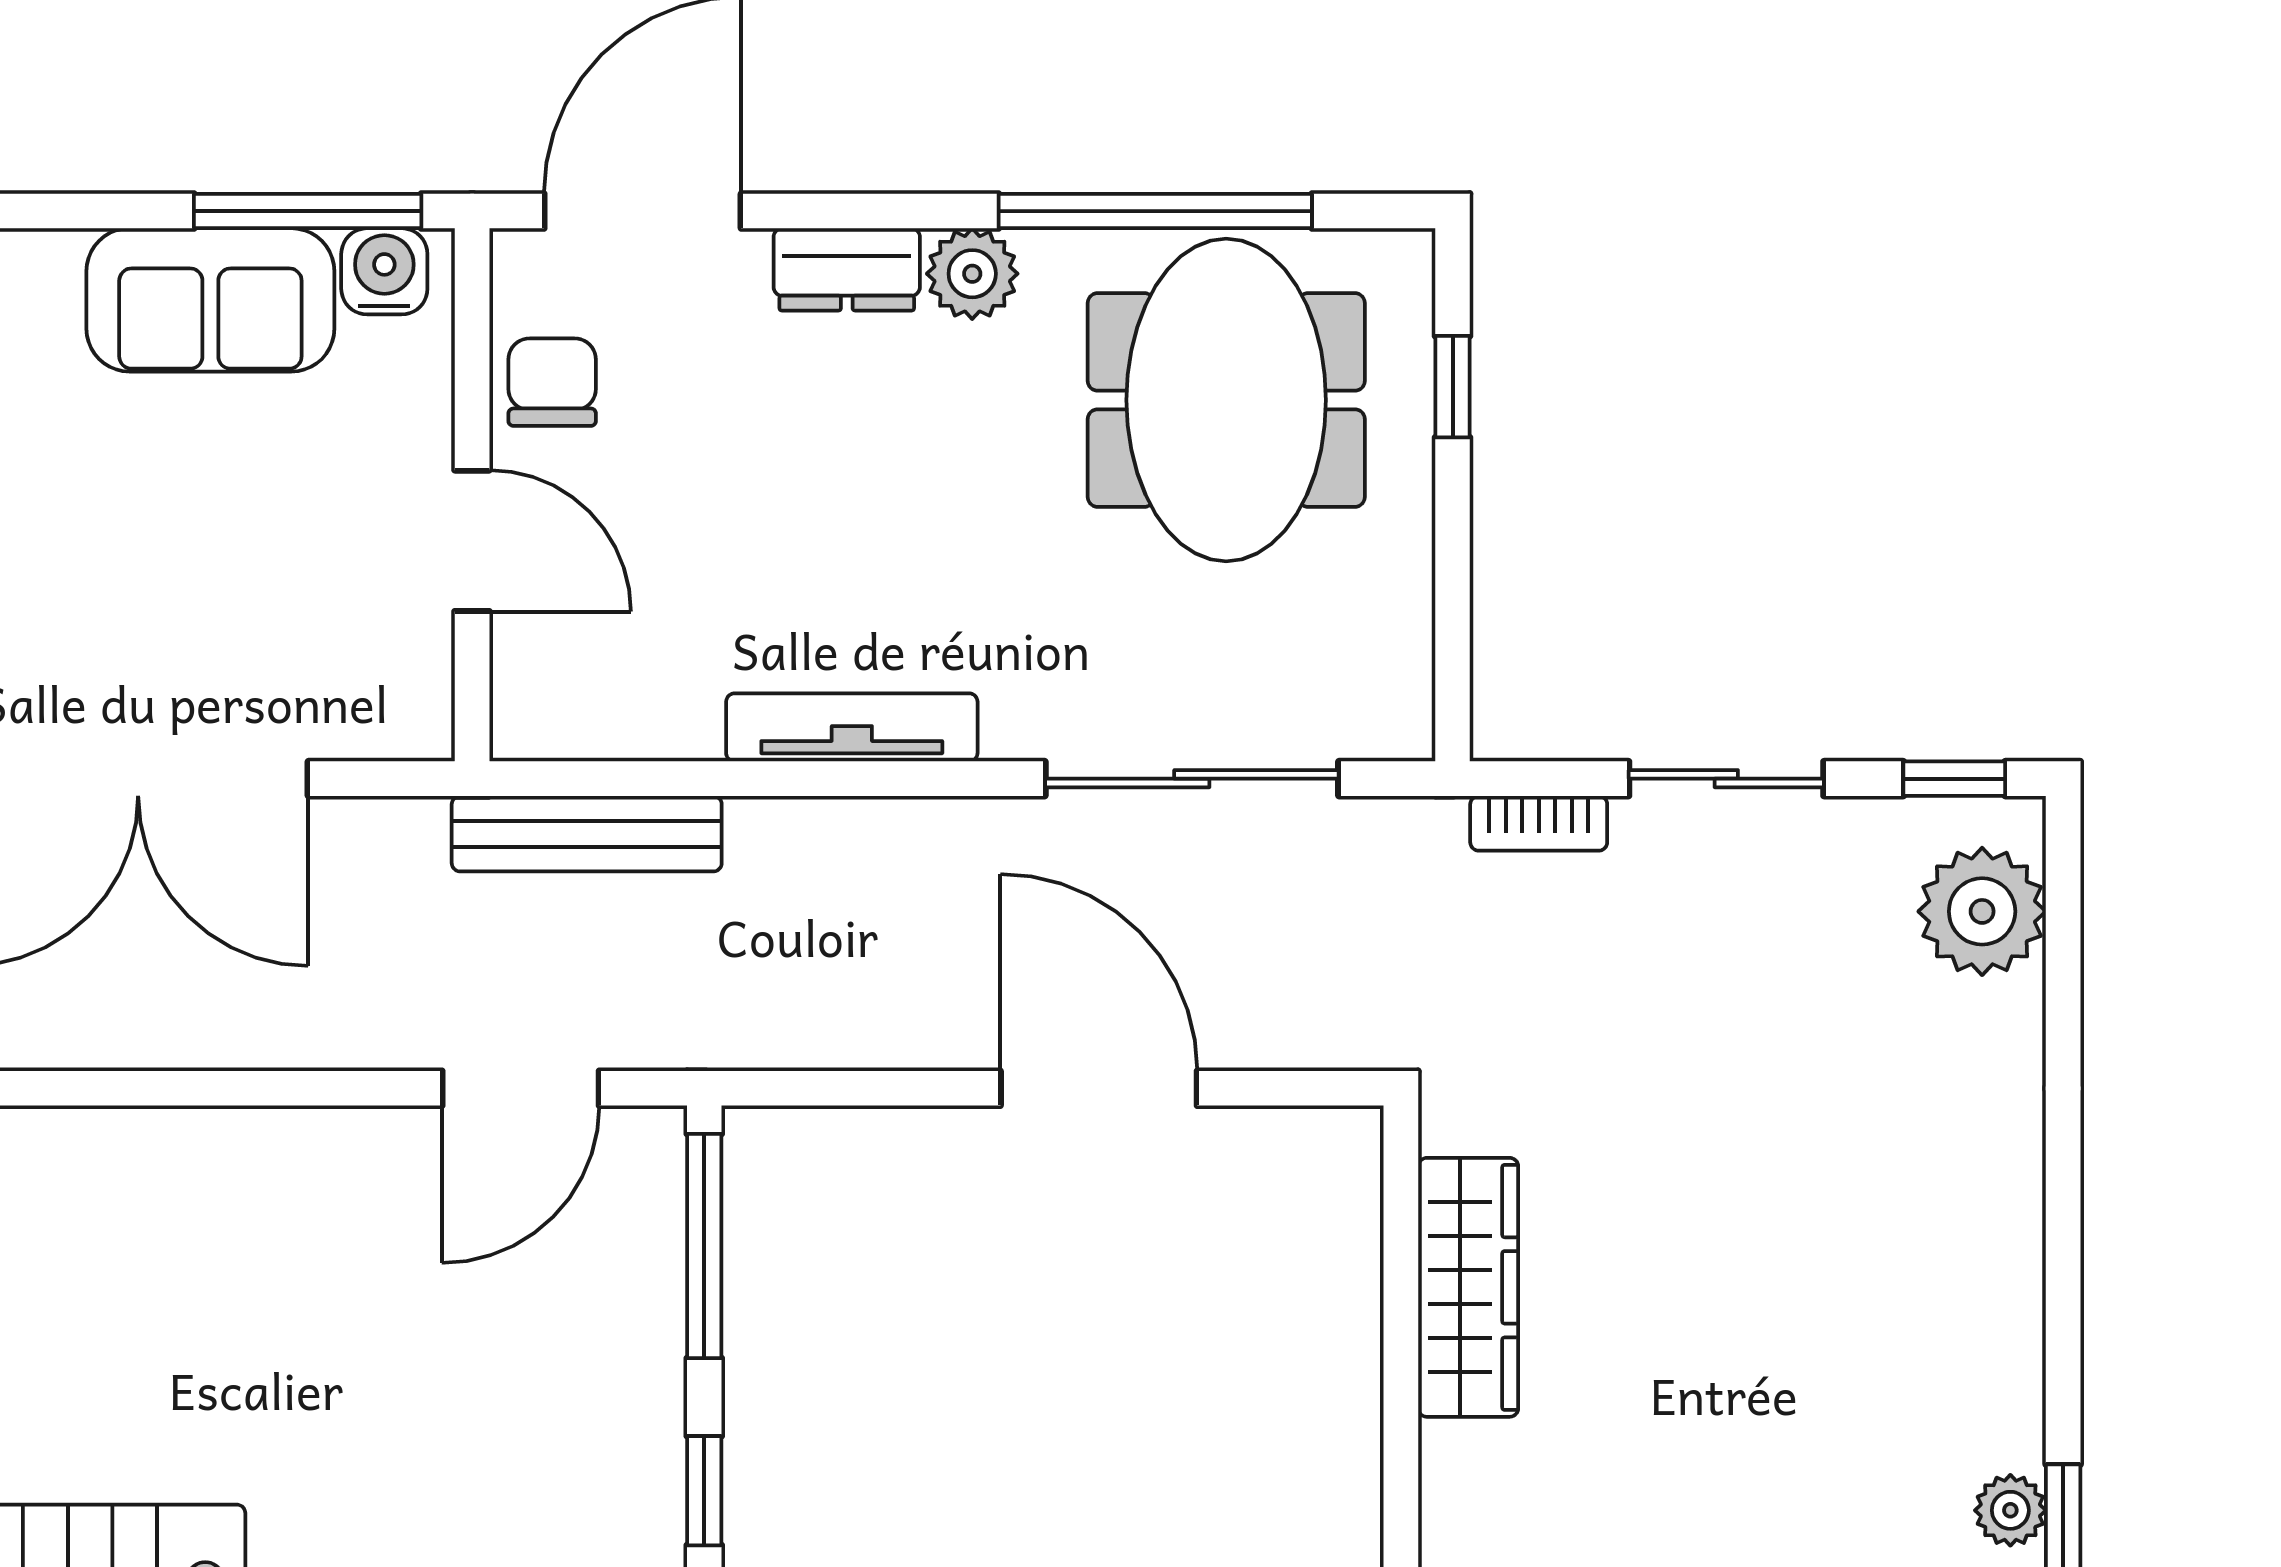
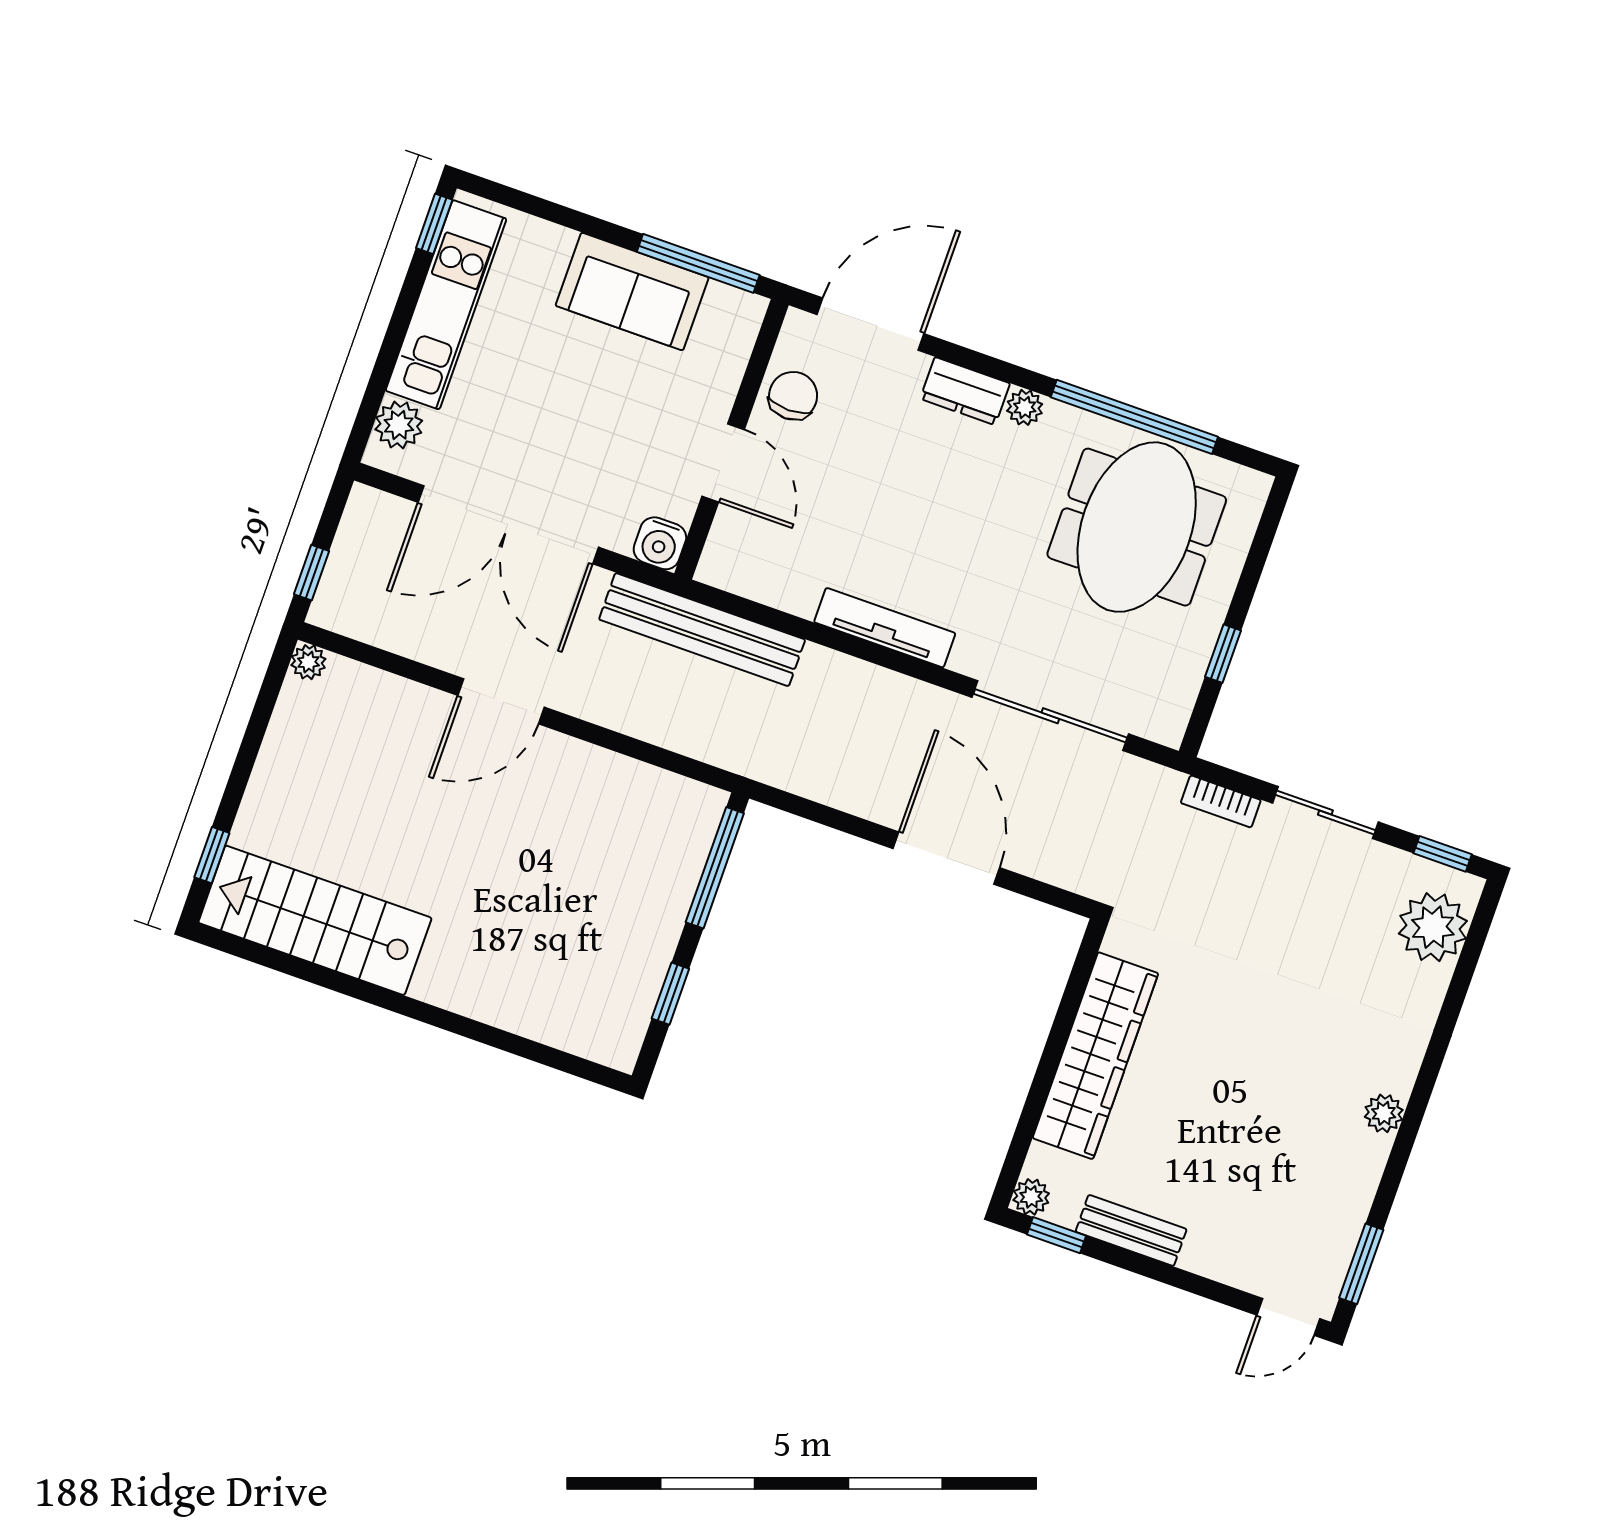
water cooler: (384, 271) -> (660, 543), moved, turned 180
plant: (972, 274) -> (1025, 407), width x0.73, depth x0.73
window: (1453, 387) -> (1223, 654), moved
bench: (587, 834) -> (702, 630), width x1.37, depth x1.21
door: (521, 1088) -> (501, 701), moved
wardrobe: (1468, 1287) -> (1095, 1056), width x1.40, depth x1.17
plant: (2010, 1510) -> (1384, 1113), moved

